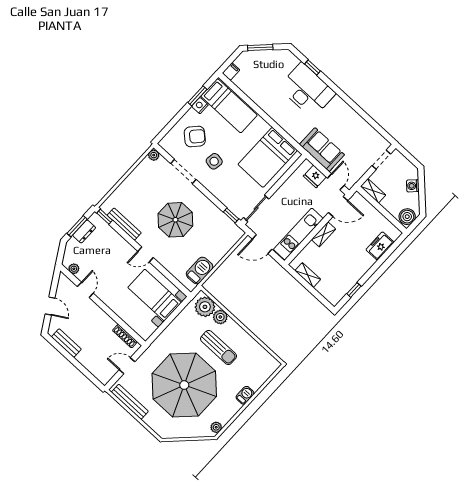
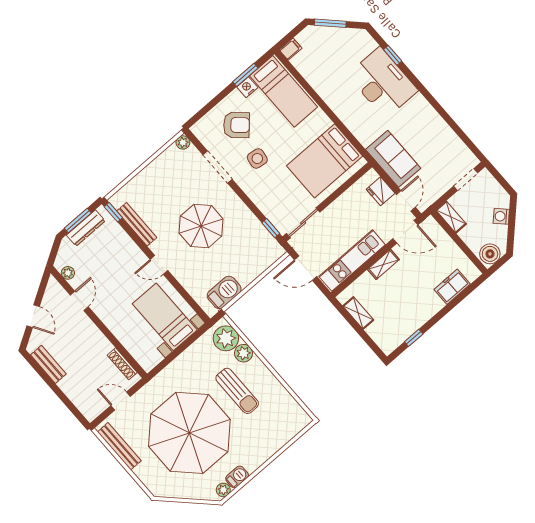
dresser: (84, 231) -> (86, 228), width x1.44
barbecue: (245, 395) -> (237, 477), moved

